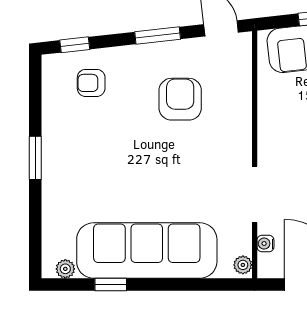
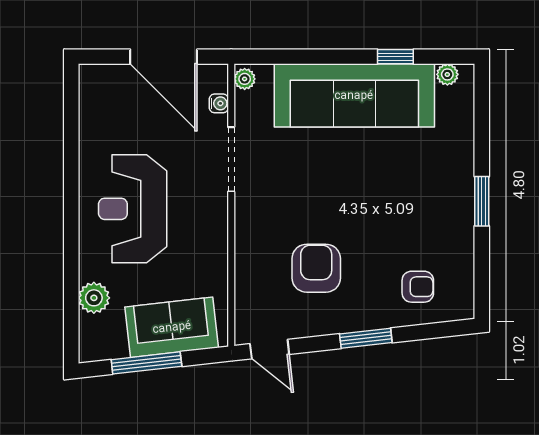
window: (158, 35) -> (366, 338), moved
window: (75, 45) -> (437, 330), removed
armchair: (180, 99) -> (316, 268), turned 180

